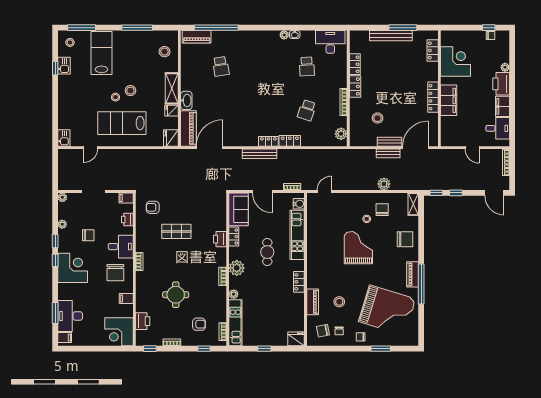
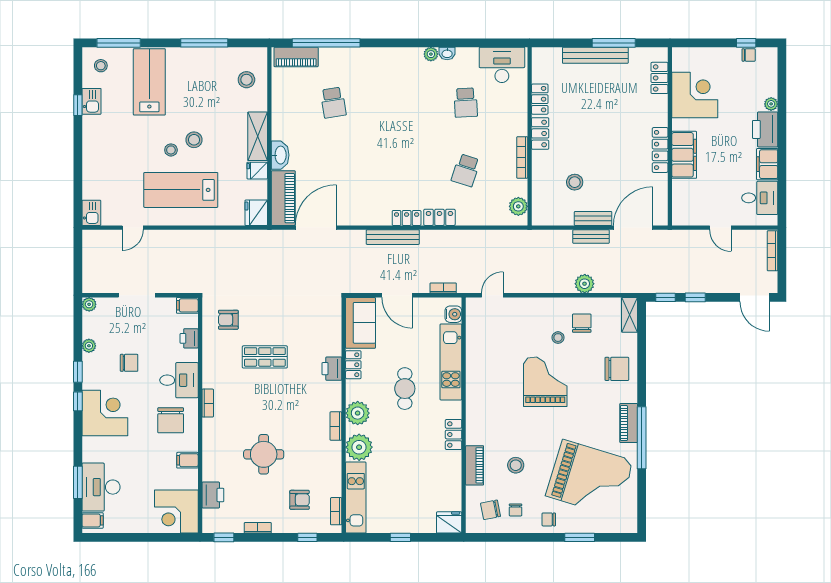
plant: (234, 294) -> (359, 447), width x1.88, depth x1.88

